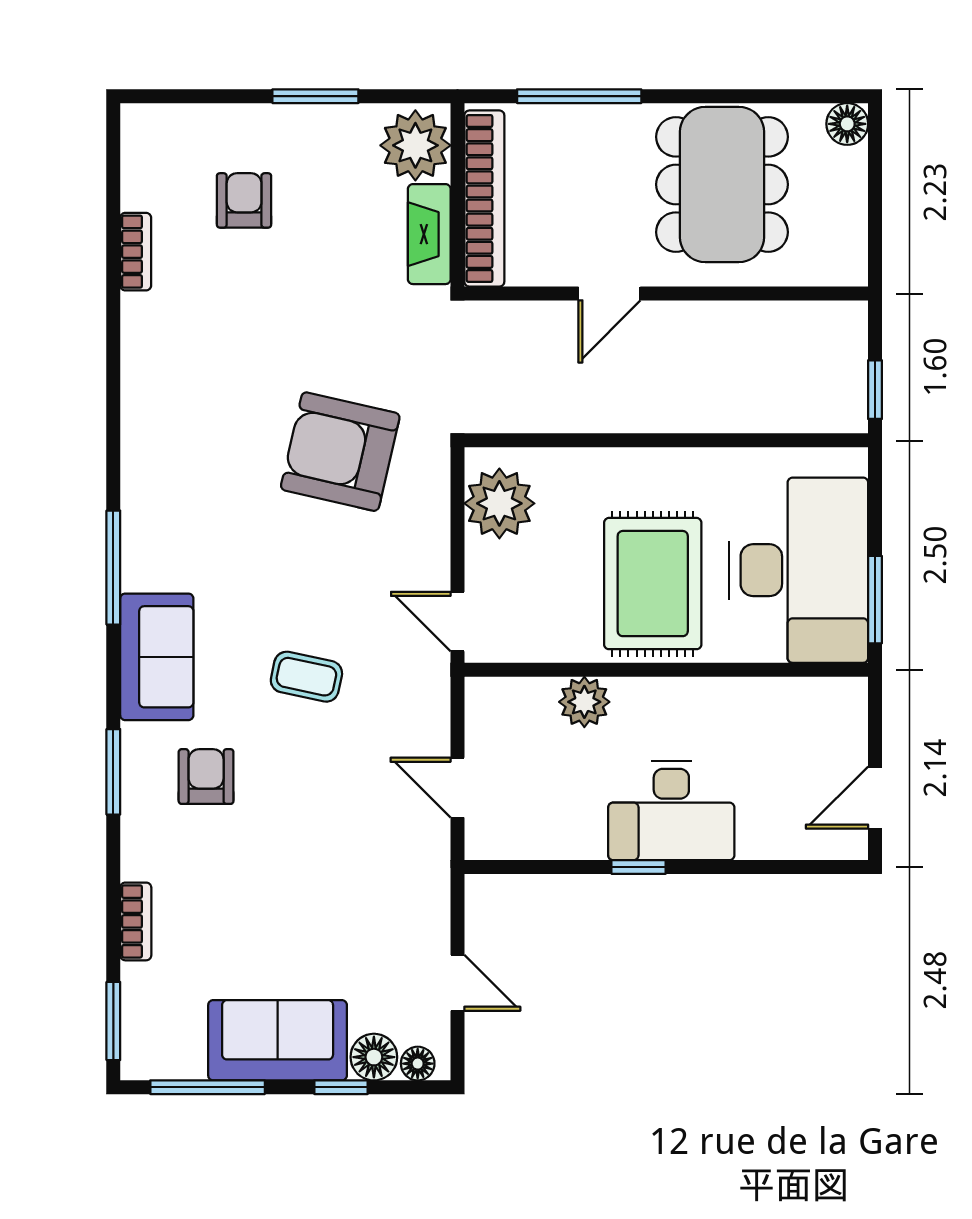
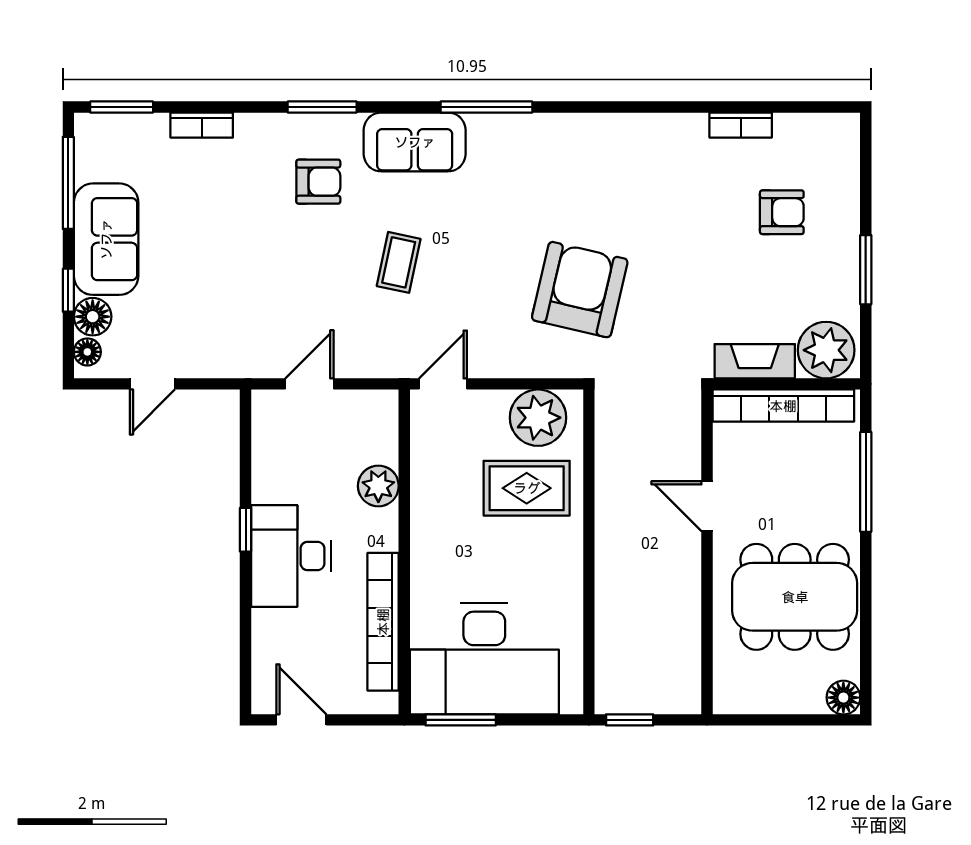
rug: (653, 584) -> (527, 488), moved, width x0.73, depth x0.70
bookcase: (753, 696) -> (383, 622), added

